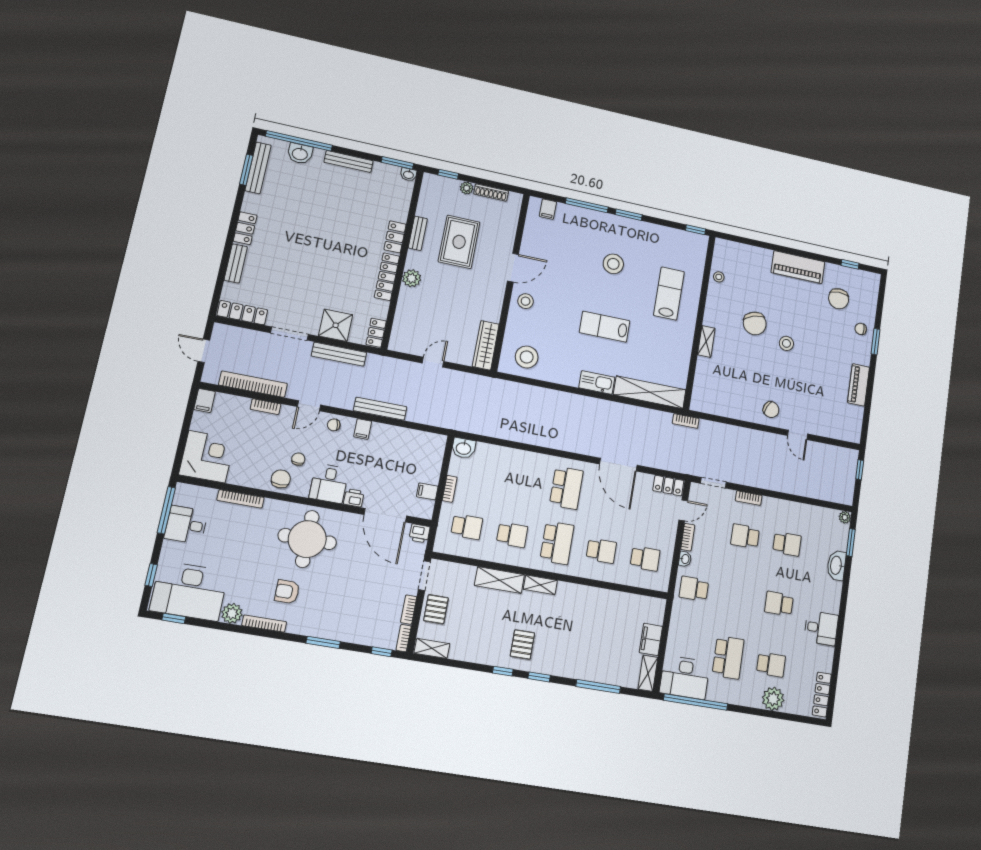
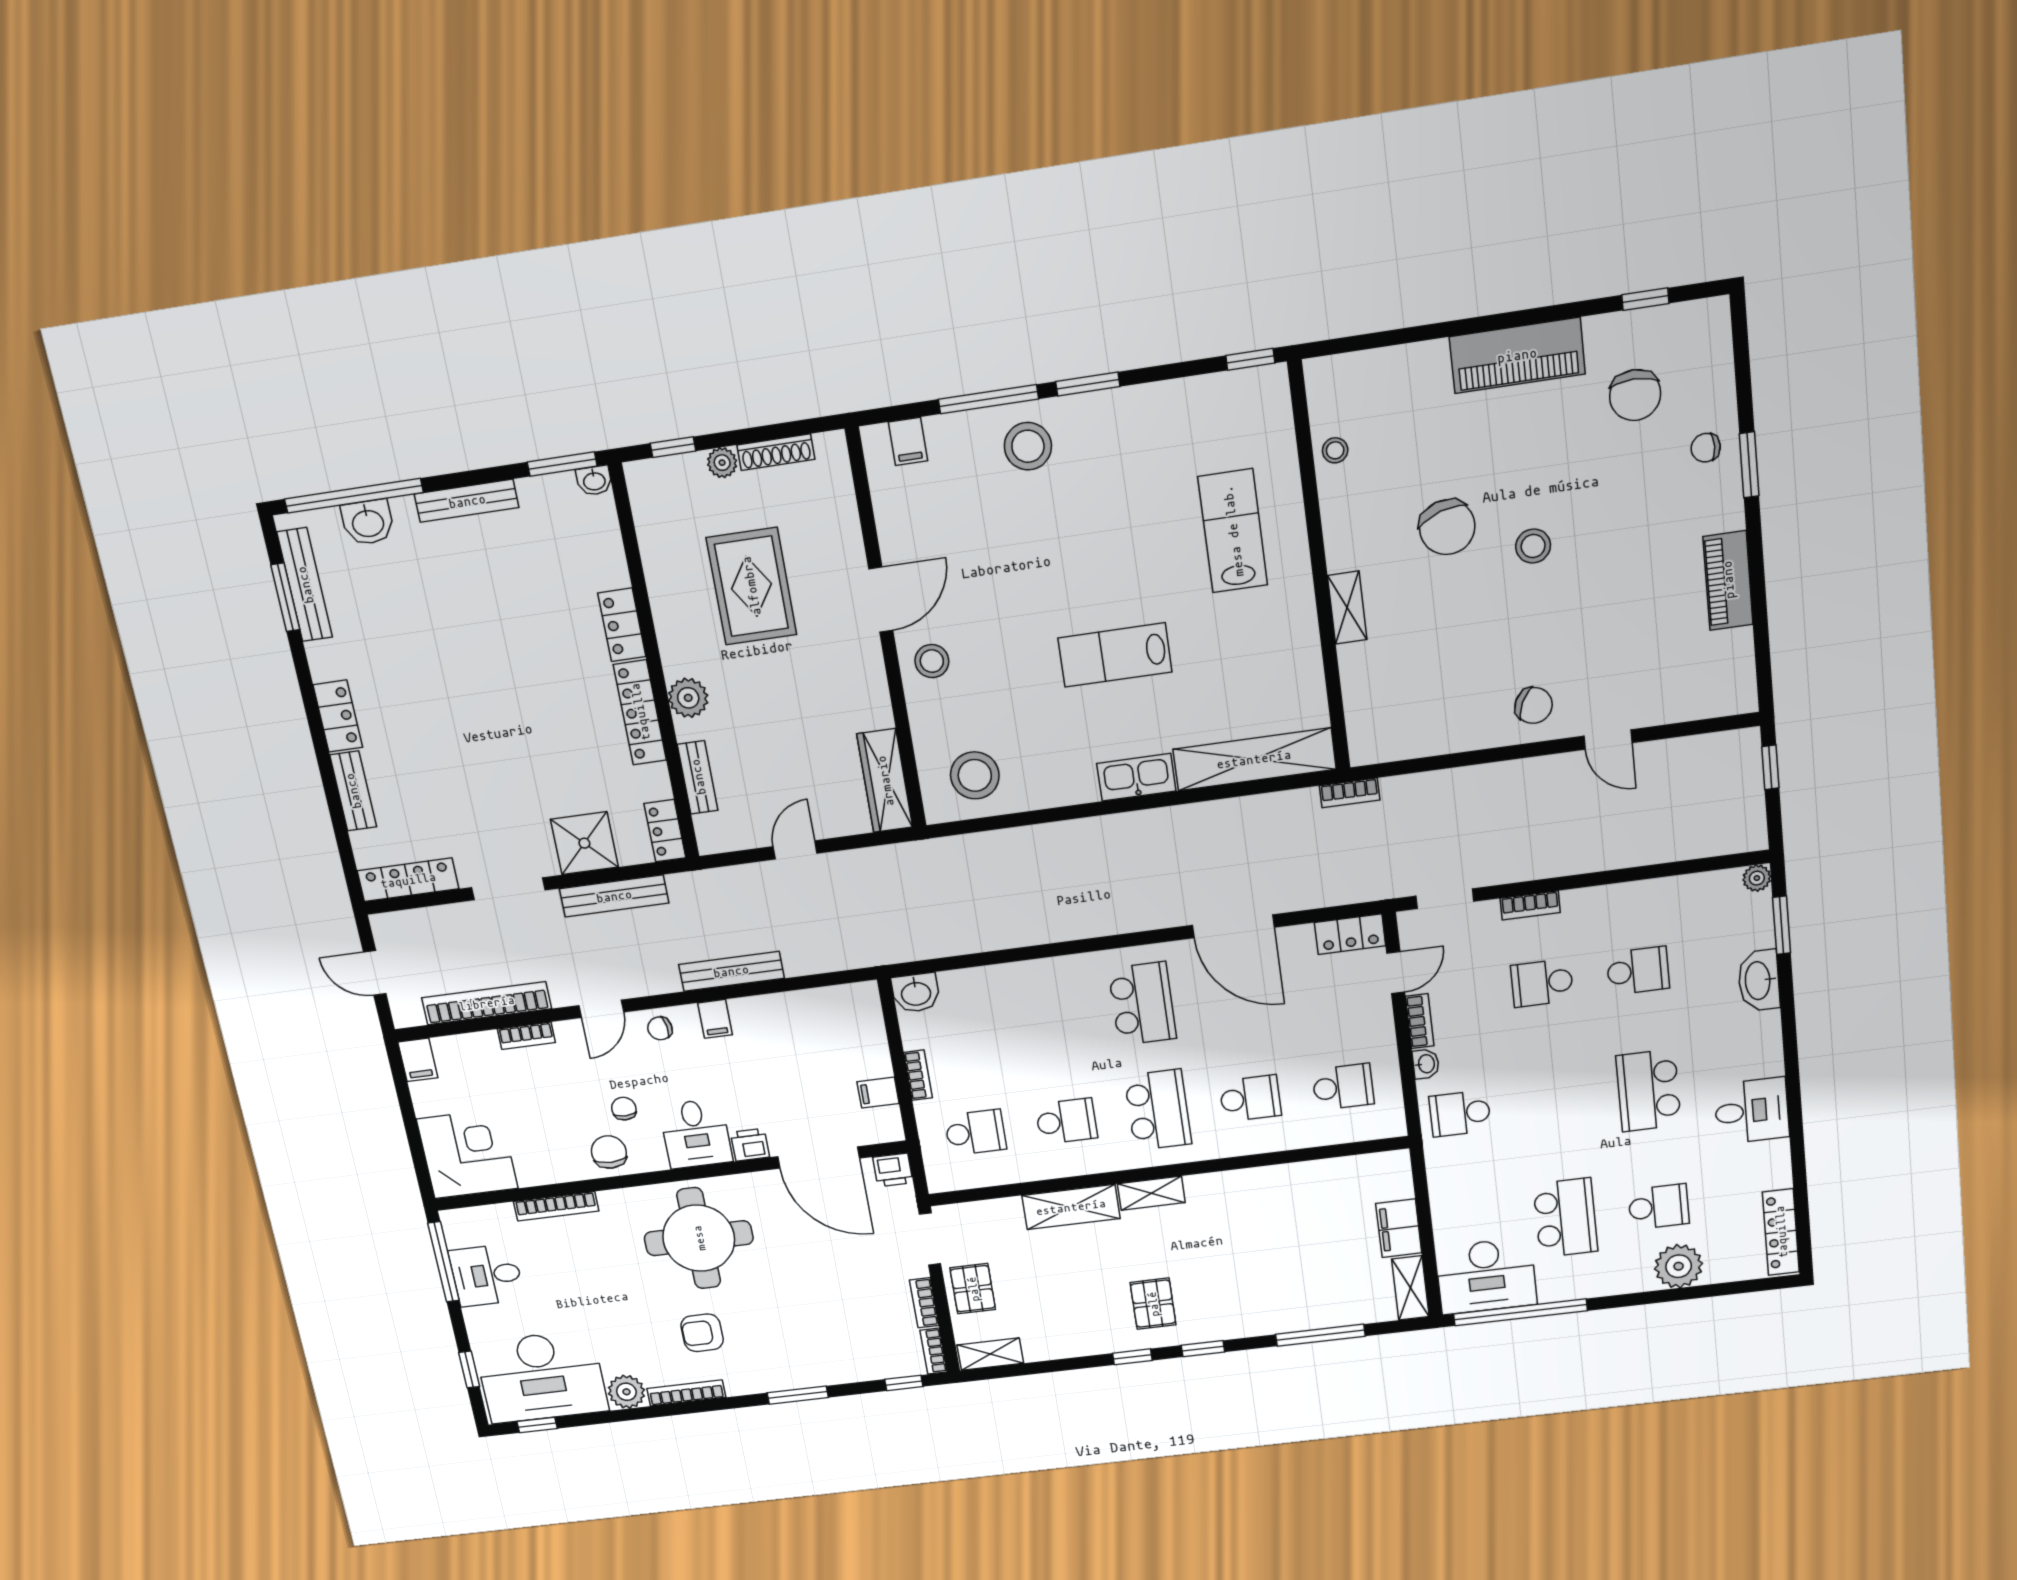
bench: (418, 233) -> (698, 777), moved
stool: (613, 264) -> (1028, 446), moved
school desk: (779, 604) -> (1648, 1090), width x1.85

